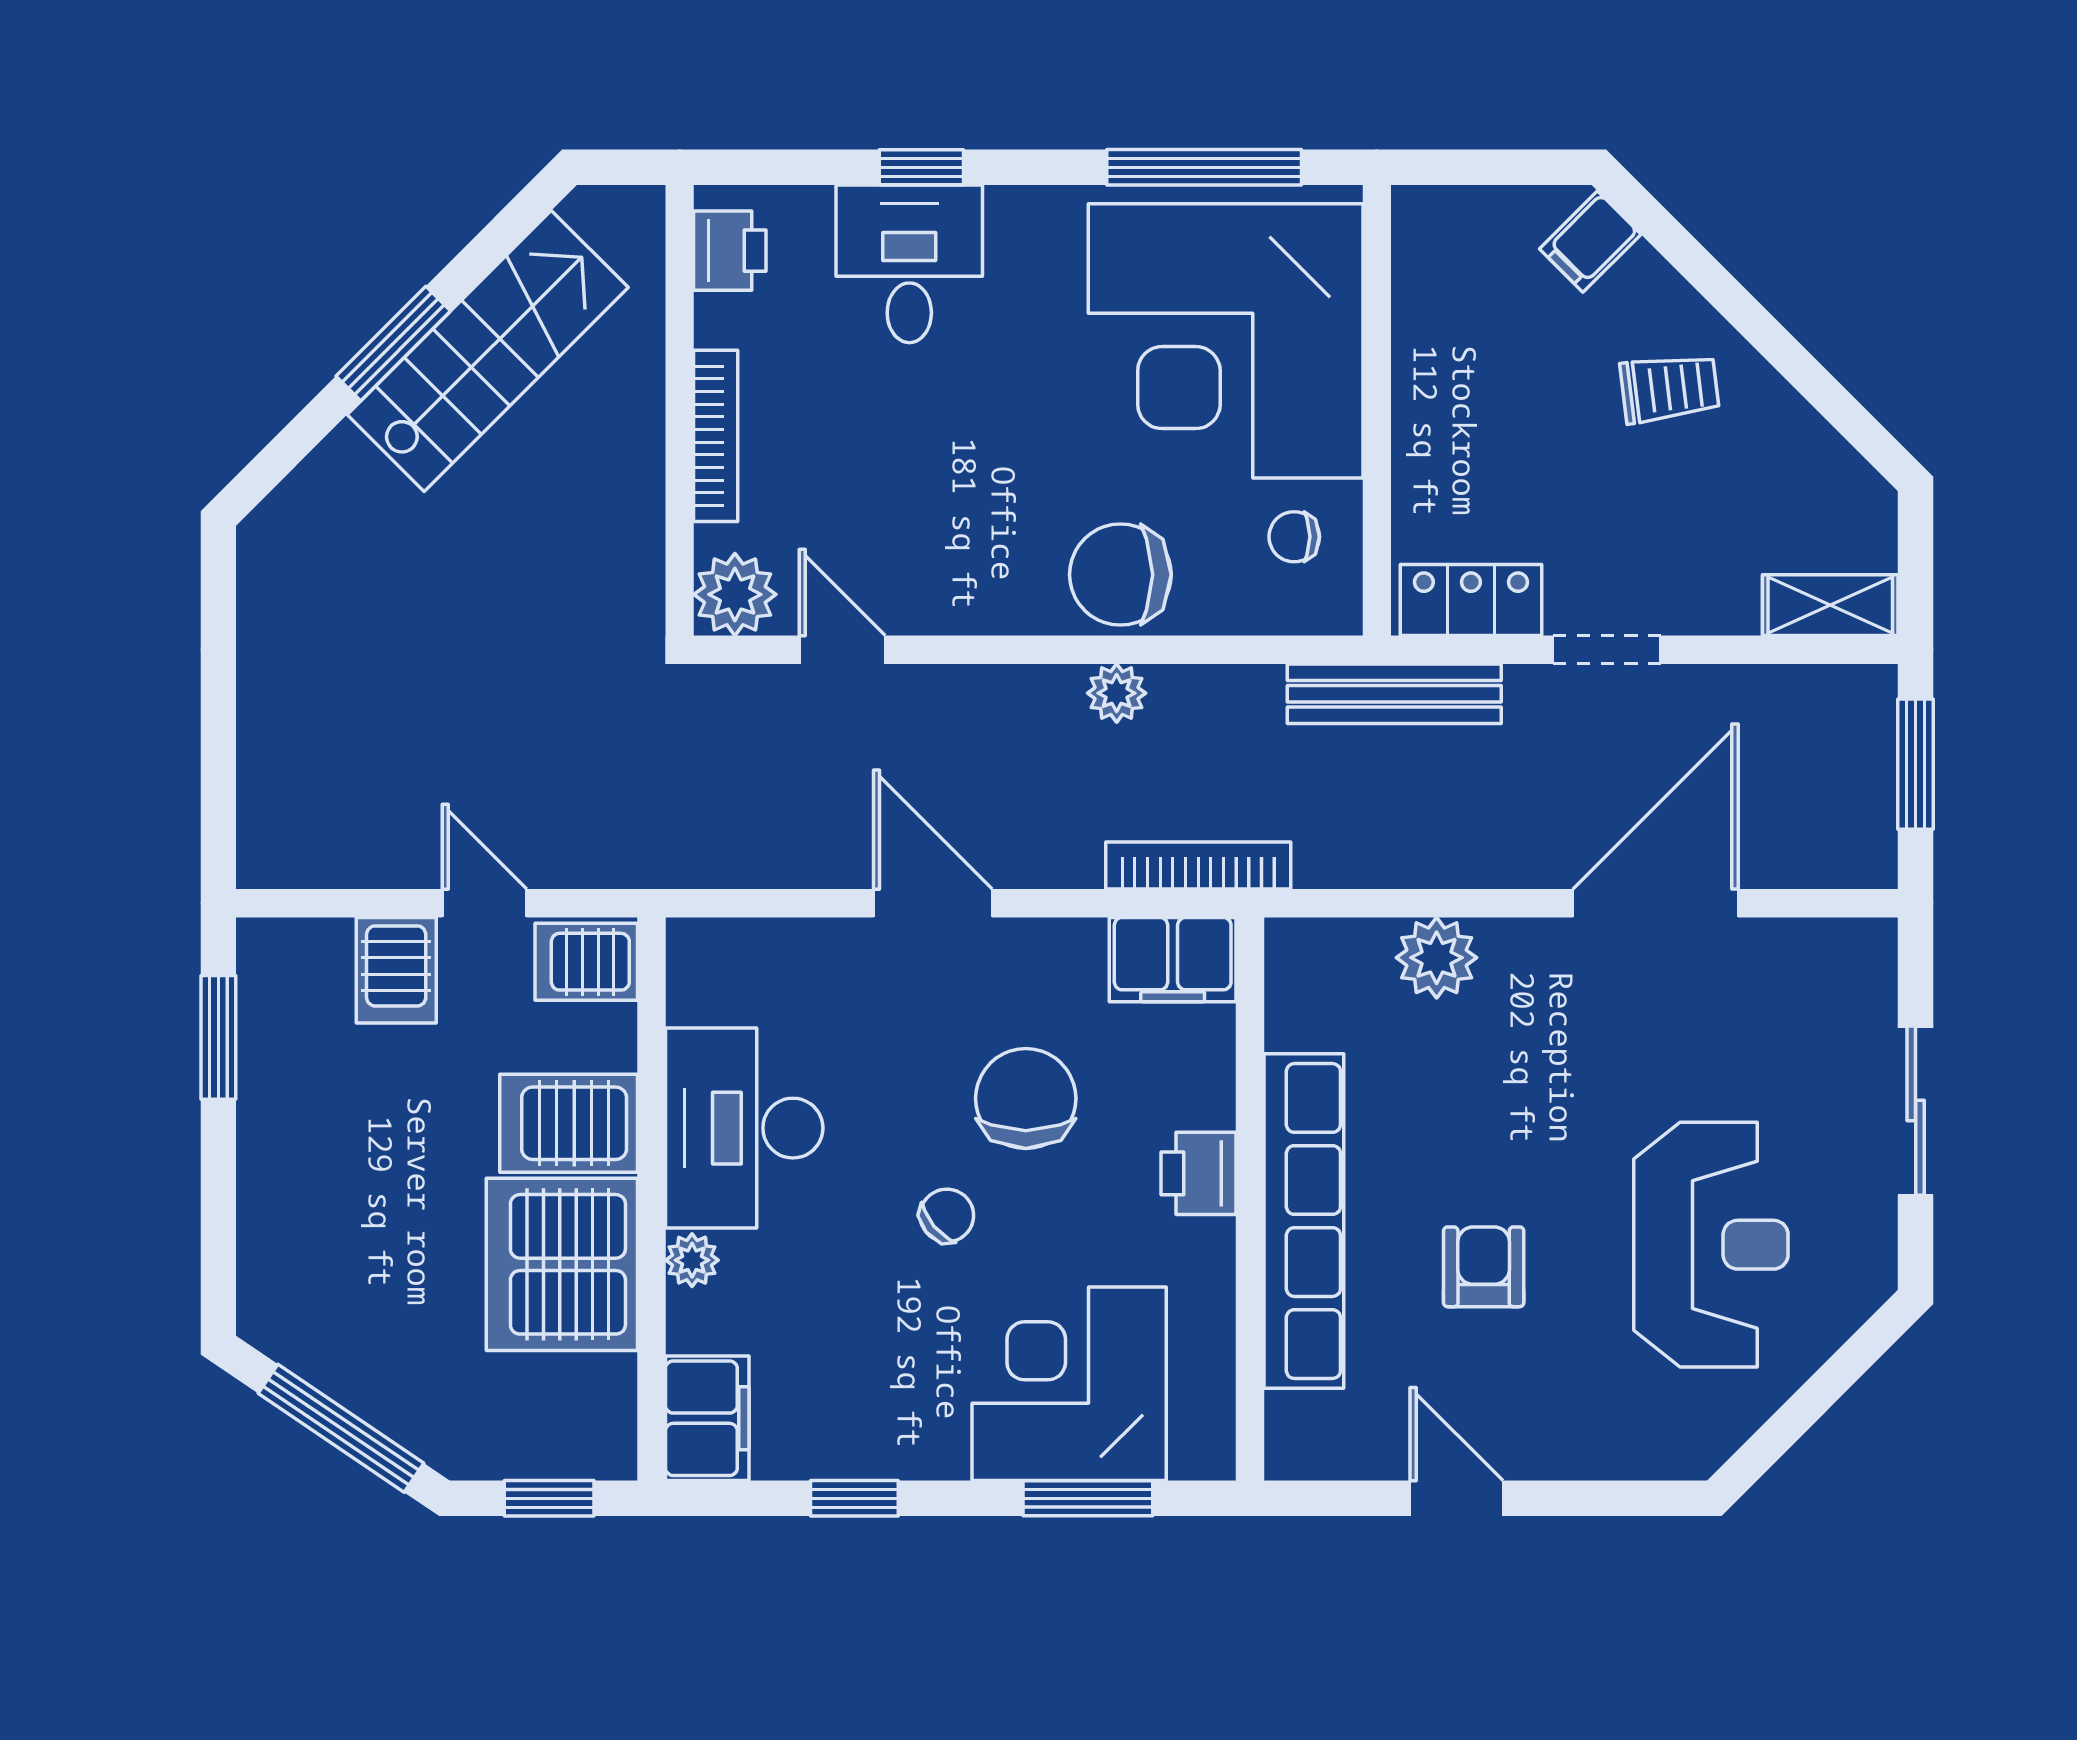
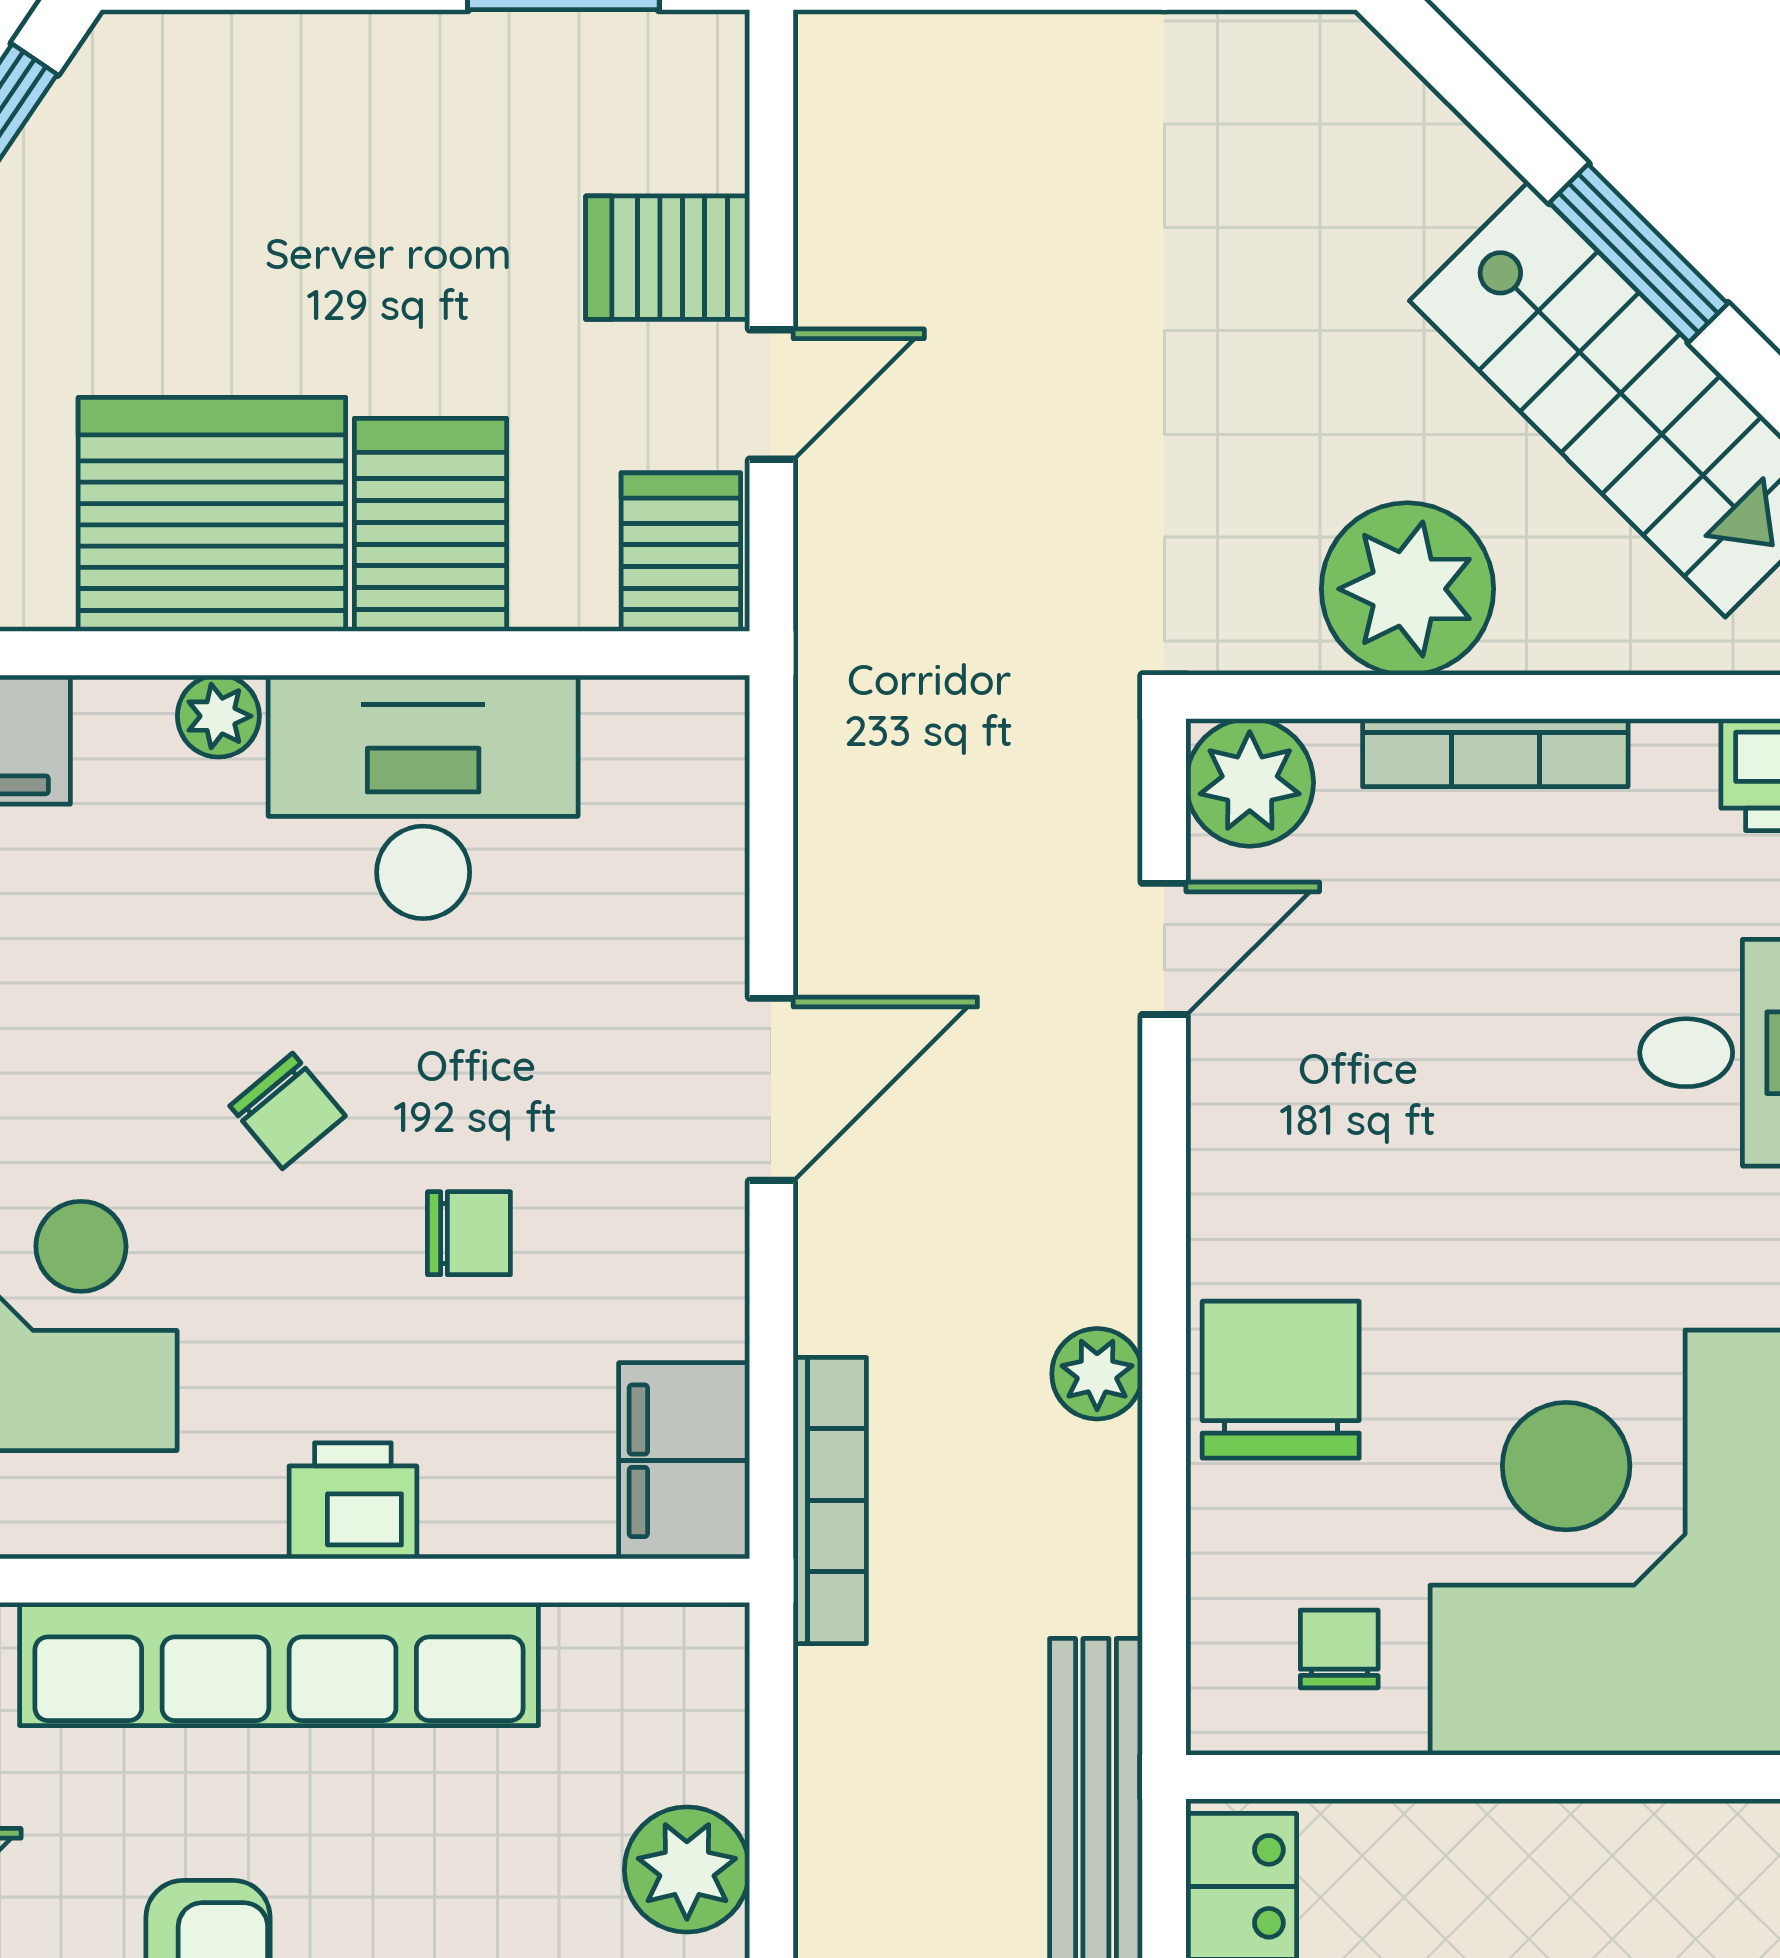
plant: (610, 493) -> (1407, 589), added
chair: (1026, 1098) -> (469, 1233), width x0.54, depth x0.54

